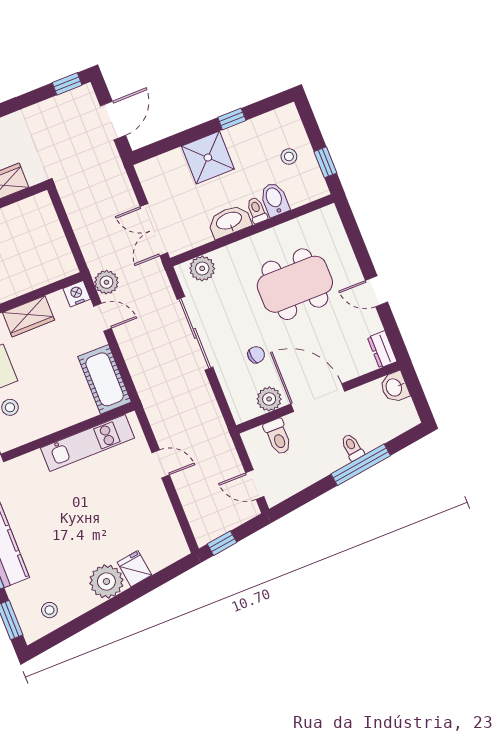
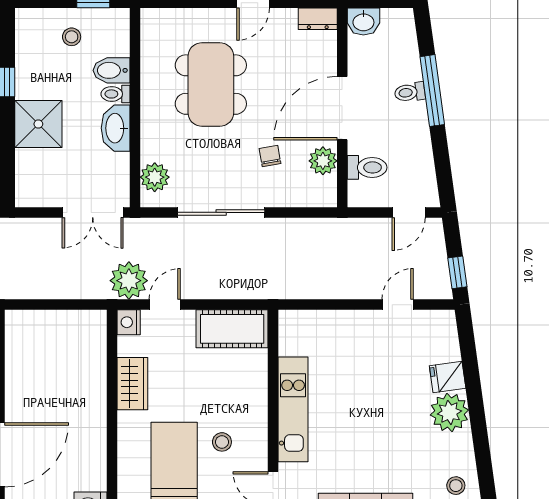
plant: (106, 282) -> (129, 281), width x1.36, depth x1.36
kitchen unit: (87, 443) -> (293, 409), moved
door: (161, 464) -> (398, 305), moved

